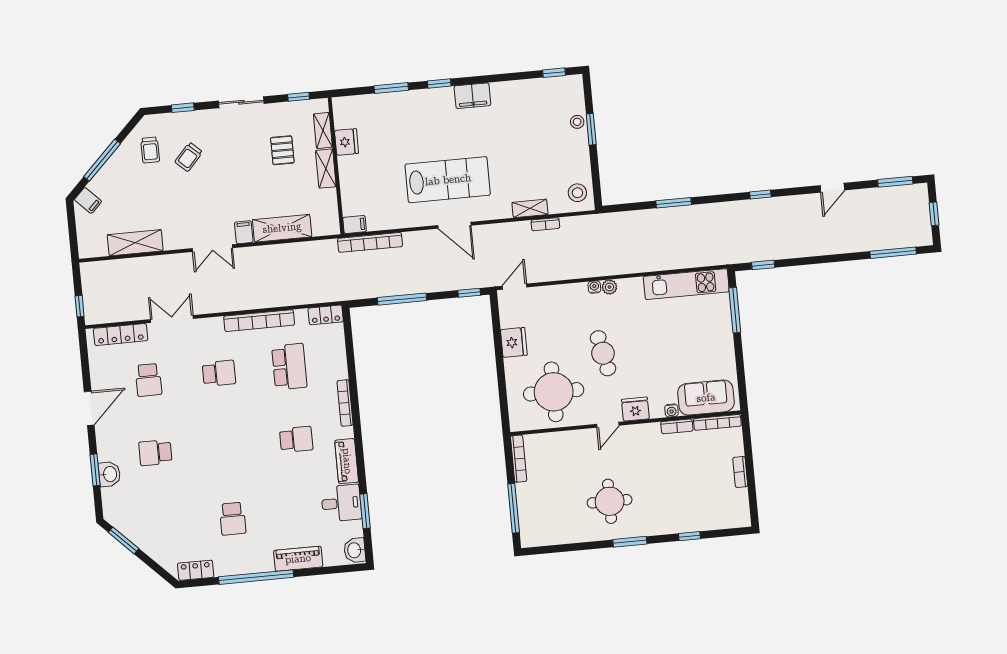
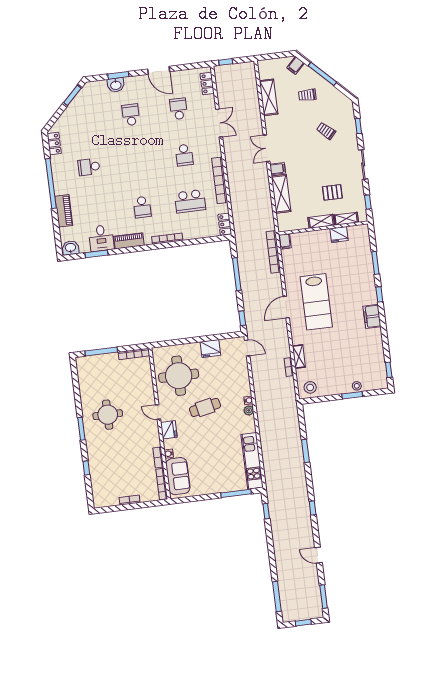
trolley: (150, 150) -> (307, 95), moved
locker: (121, 335) -> (207, 84), width x0.66
school desk: (149, 380) -> (179, 109), turned 90

